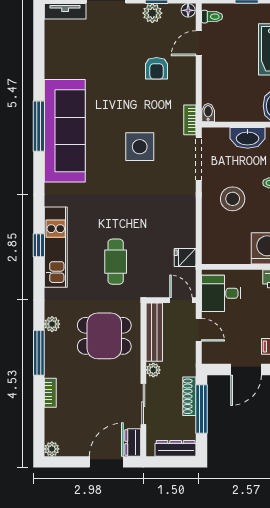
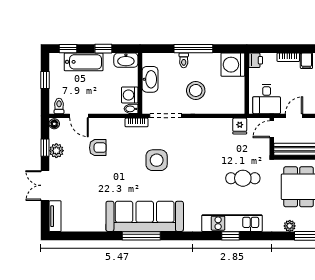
washing machine: (227, 111) -> (130, 95), added

